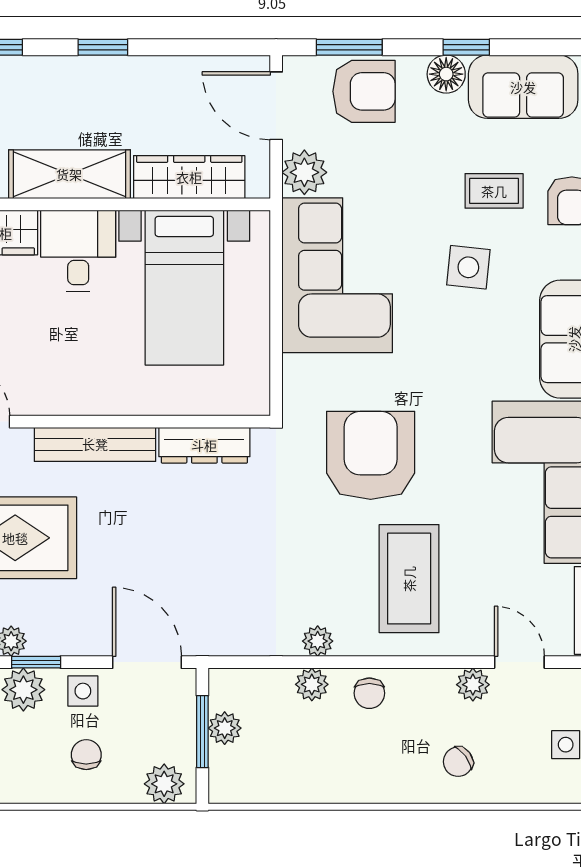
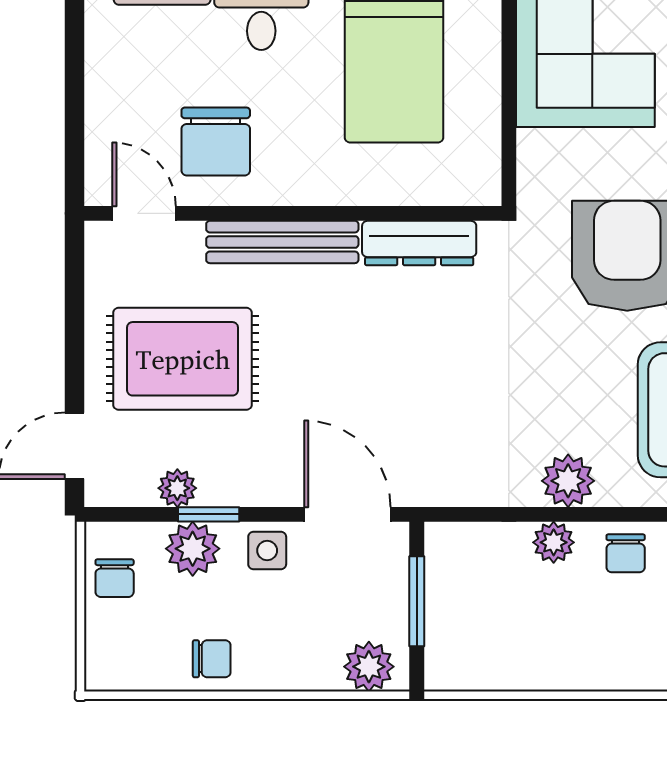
chair: (42, 364) -> (216, 142), added
plant: (318, 641) -> (568, 481), width x1.38, depth x1.38
plant: (225, 728) -> (445, 597), removed
chair: (86, 755) -> (212, 659), moved, turned 90

